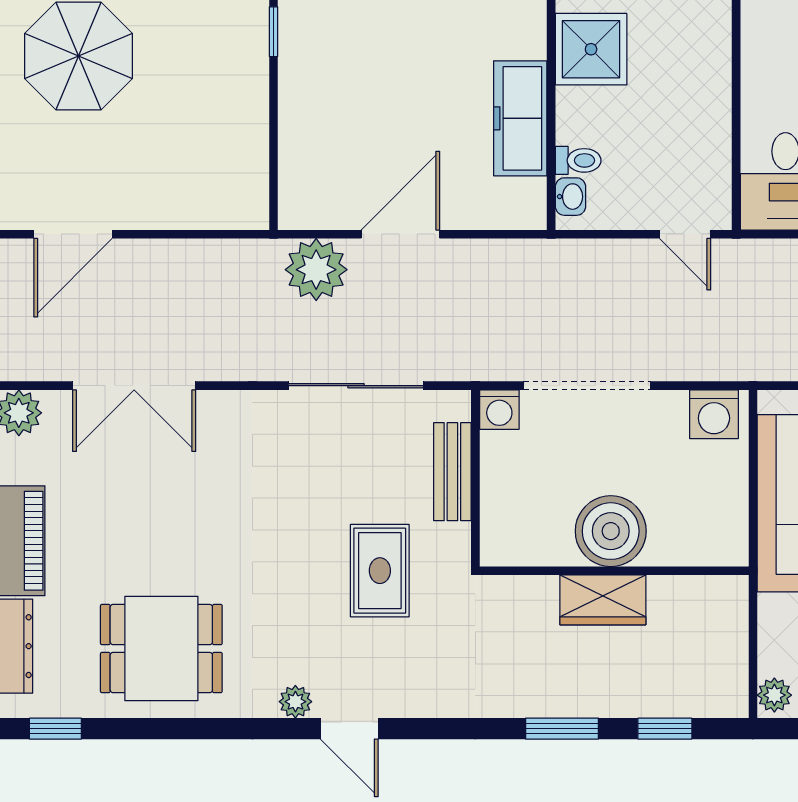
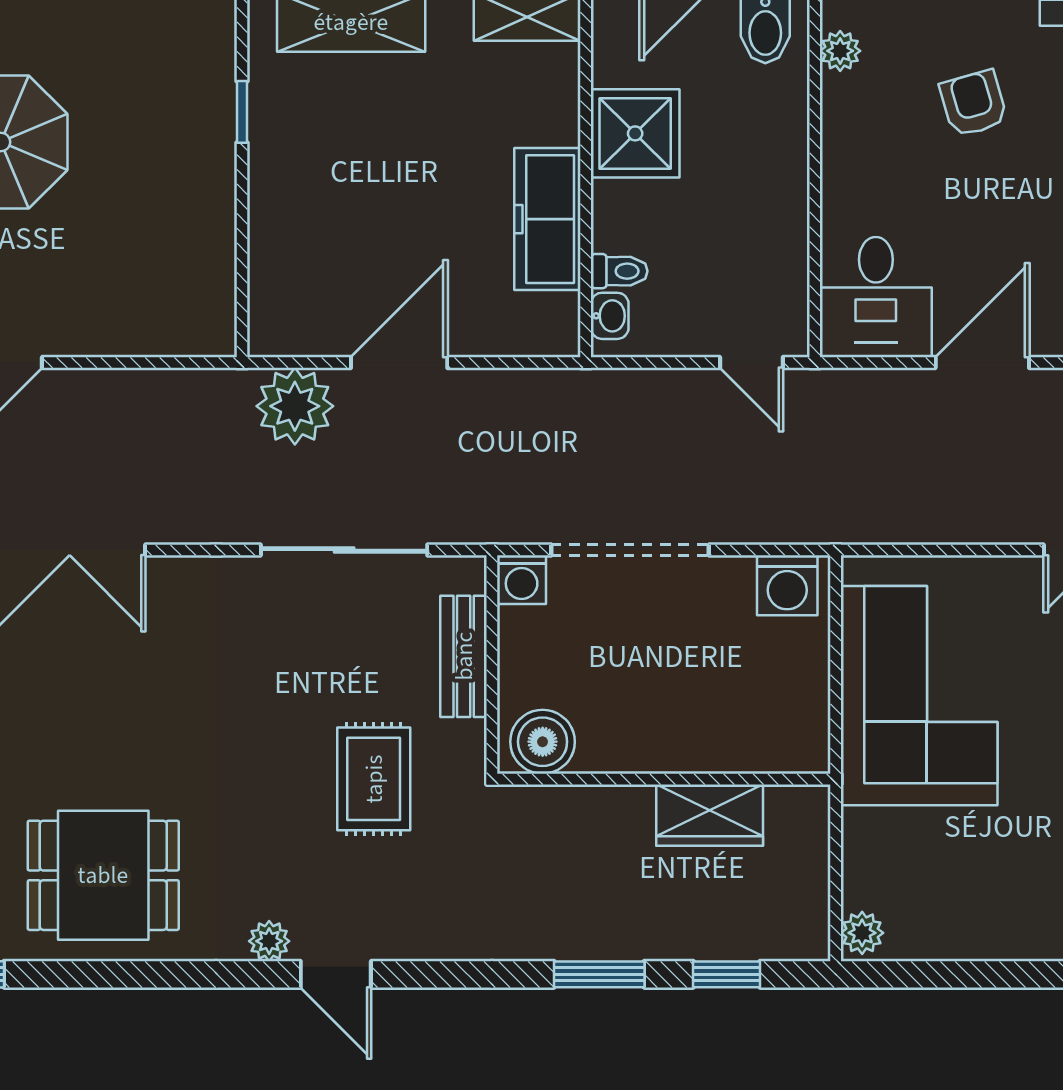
boiler: (611, 531) -> (543, 742), moved, width x0.73, depth x0.73
wardrobe: (603, 600) -> (710, 815), moved

